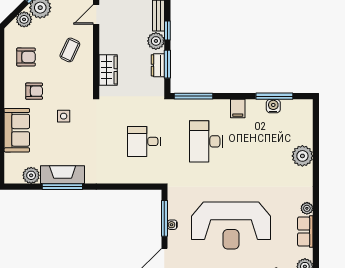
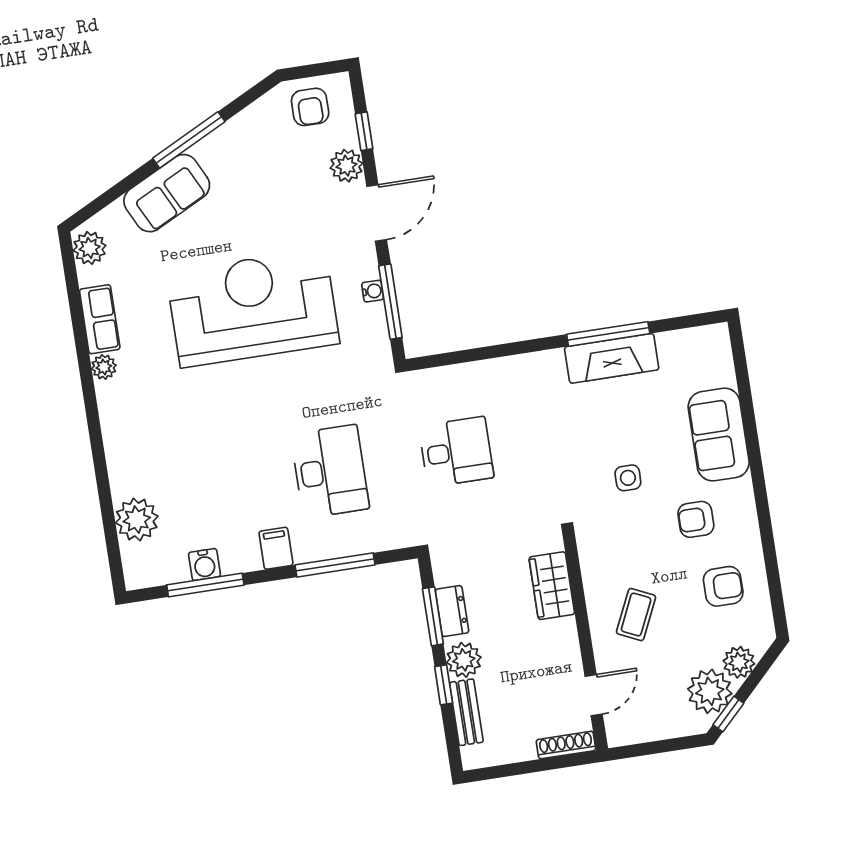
armchair: (26, 57) -> (723, 586), turned 180
window: (194, 96) -> (335, 565), moved
plant: (302, 156) -> (137, 520), moved
plant: (31, 175) -> (675, 347), removed

